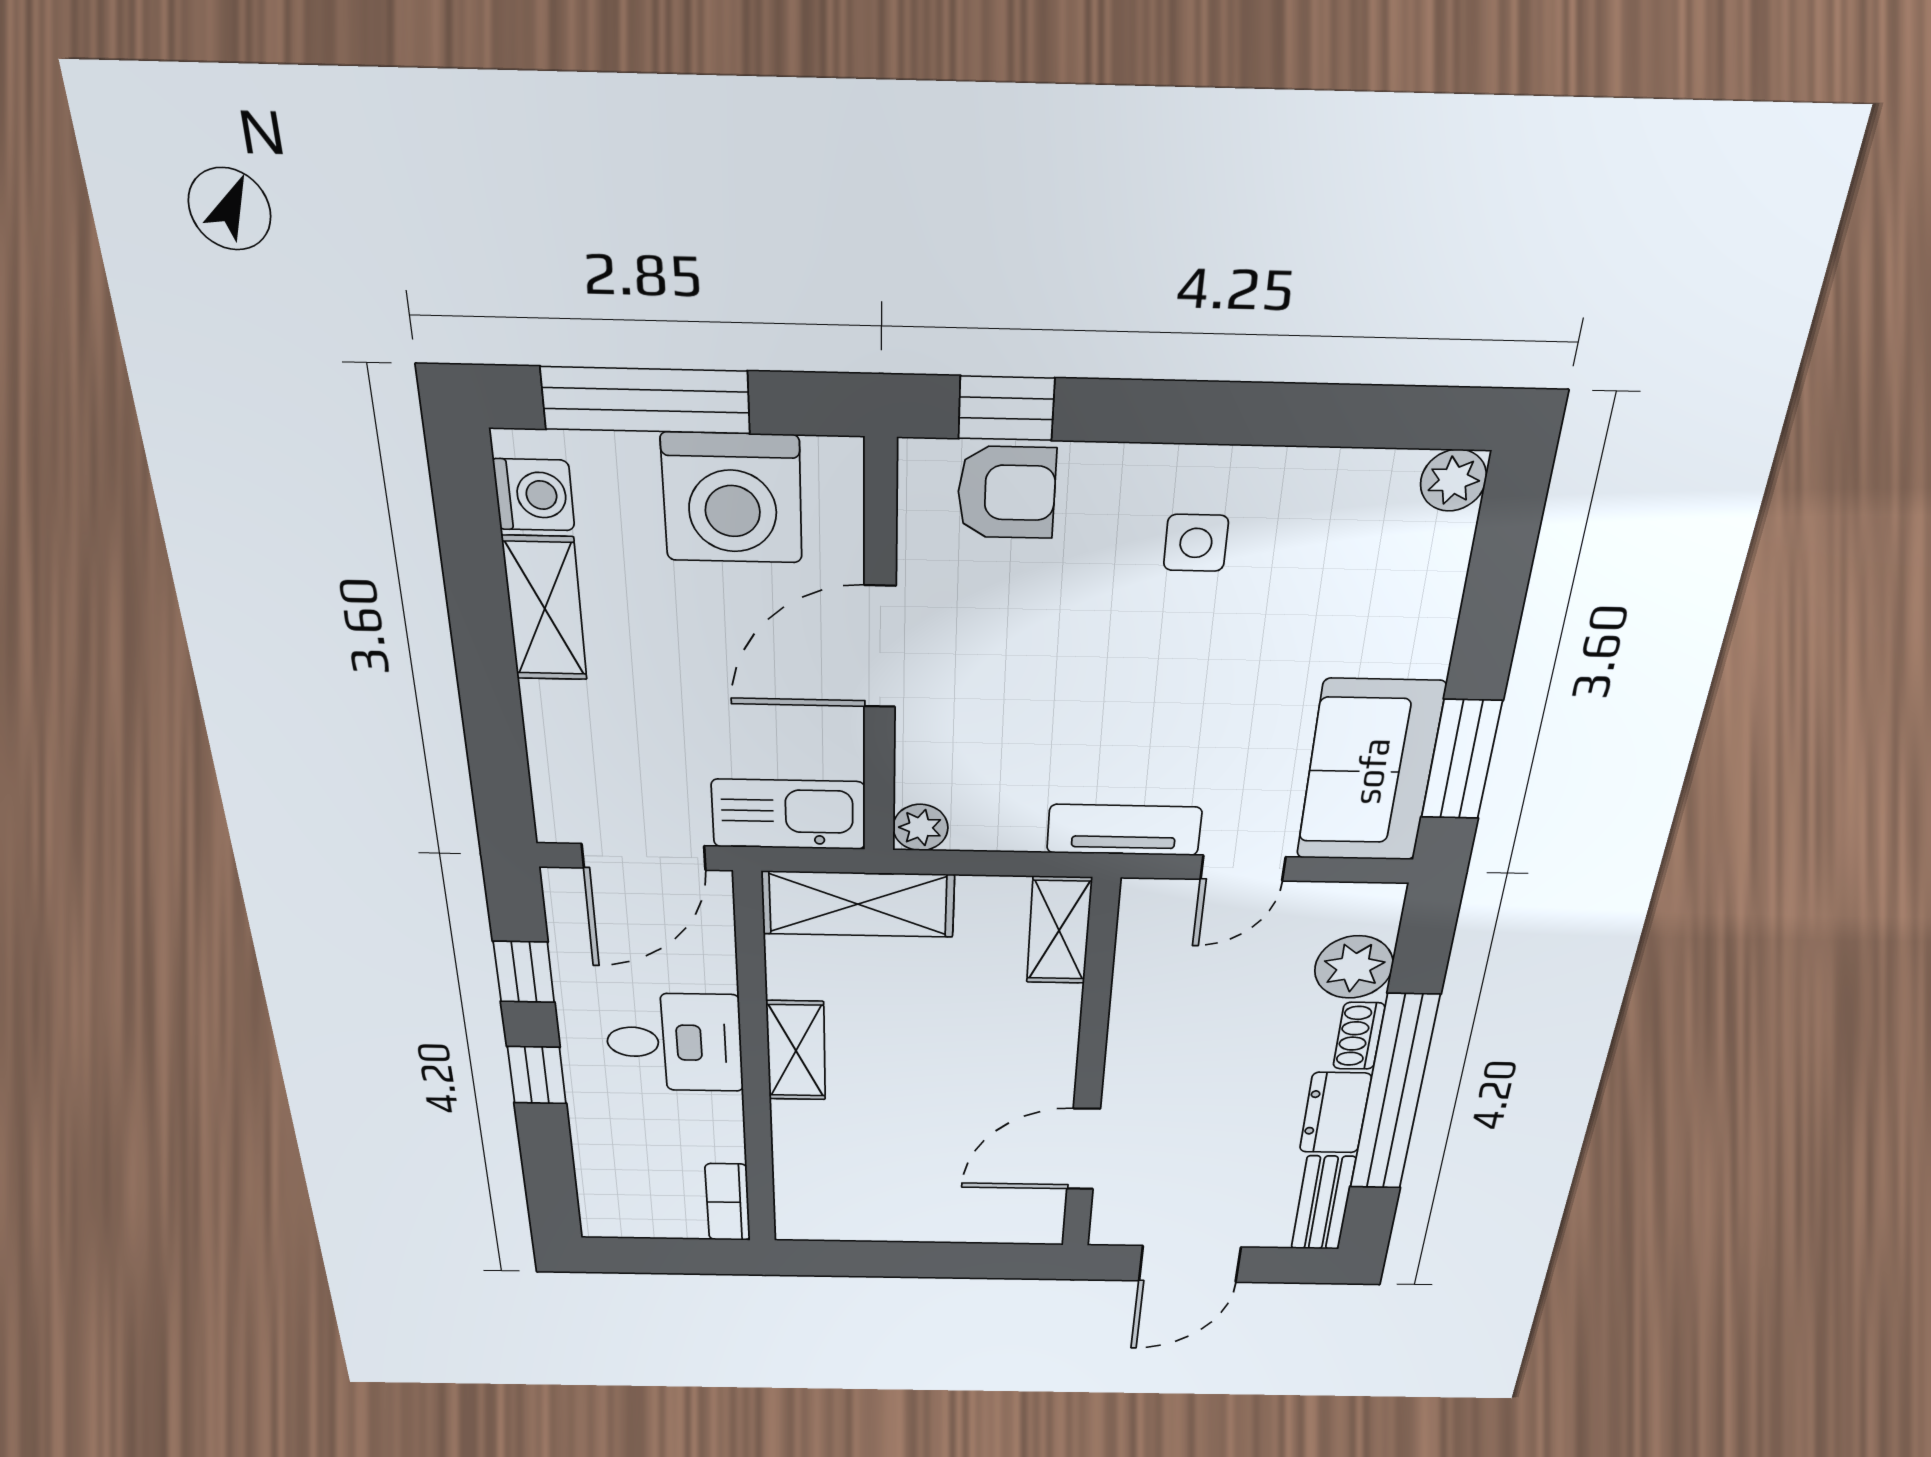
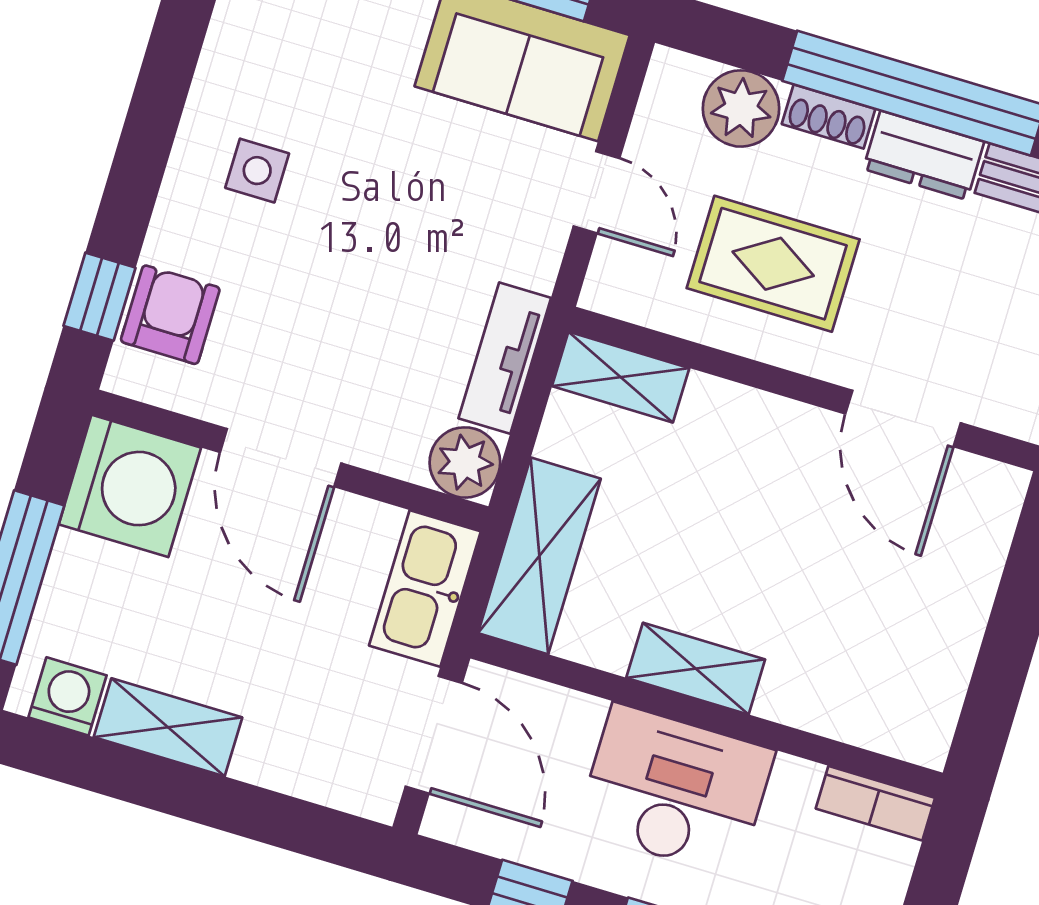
washing machine: (732, 498) -> (130, 486), moved
plant: (920, 828) -> (465, 462), width x1.38, depth x1.38
tv unit: (1124, 830) -> (505, 358), moved
rug: (1205, 1025) -> (773, 264), added
desk: (674, 1043) -> (675, 790), width x1.37

